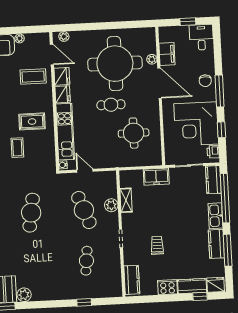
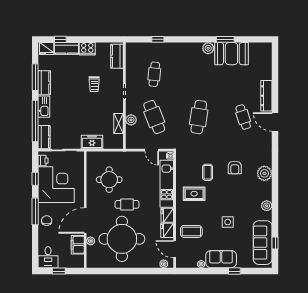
door: (160, 83) -> (85, 221), hinge flipped

